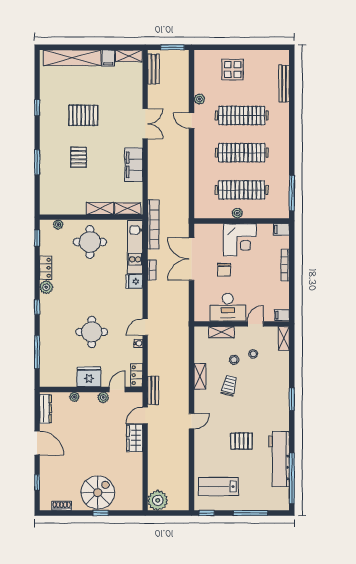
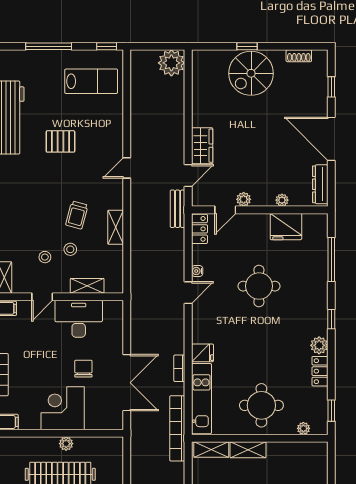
fridge: (89, 377) -> (286, 227), moved
door: (37, 443) -> (331, 139), width x1.36

